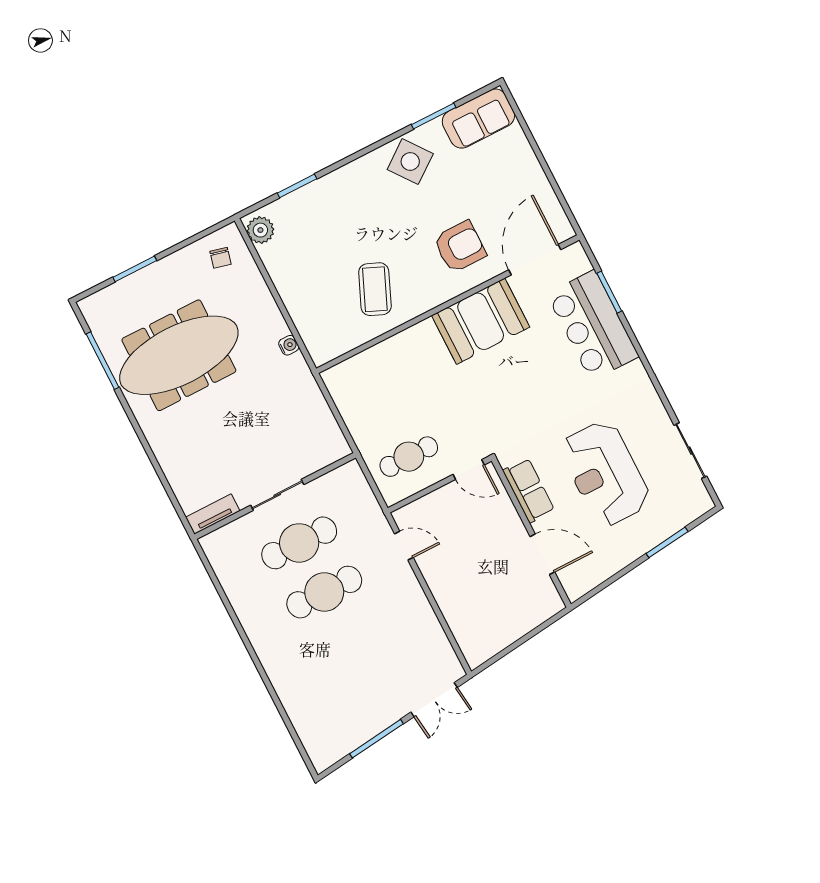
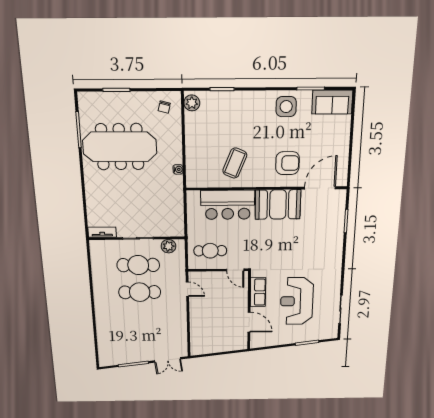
side table: (410, 162) -> (286, 107), turned 37
bar counter: (593, 325) -> (228, 205), moved, turned -90
plant: (335, 484) -> (168, 246), added

